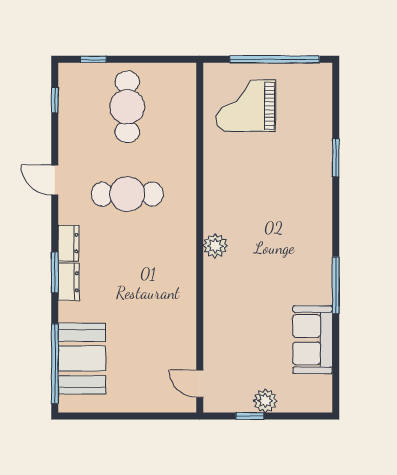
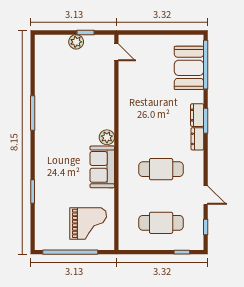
cafe table: (127, 107) -> (161, 223), turned 90
door: (55, 180) -> (206, 195), moved
sofa: (313, 340) -> (102, 167), moved, turned 180

